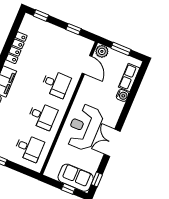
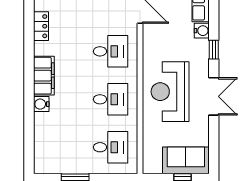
locker: (16, 48) -> (41, 26), width x0.66
double door: (112, 143) -> (214, 96), swing flipped
window: (97, 179) -> (214, 50), moved

